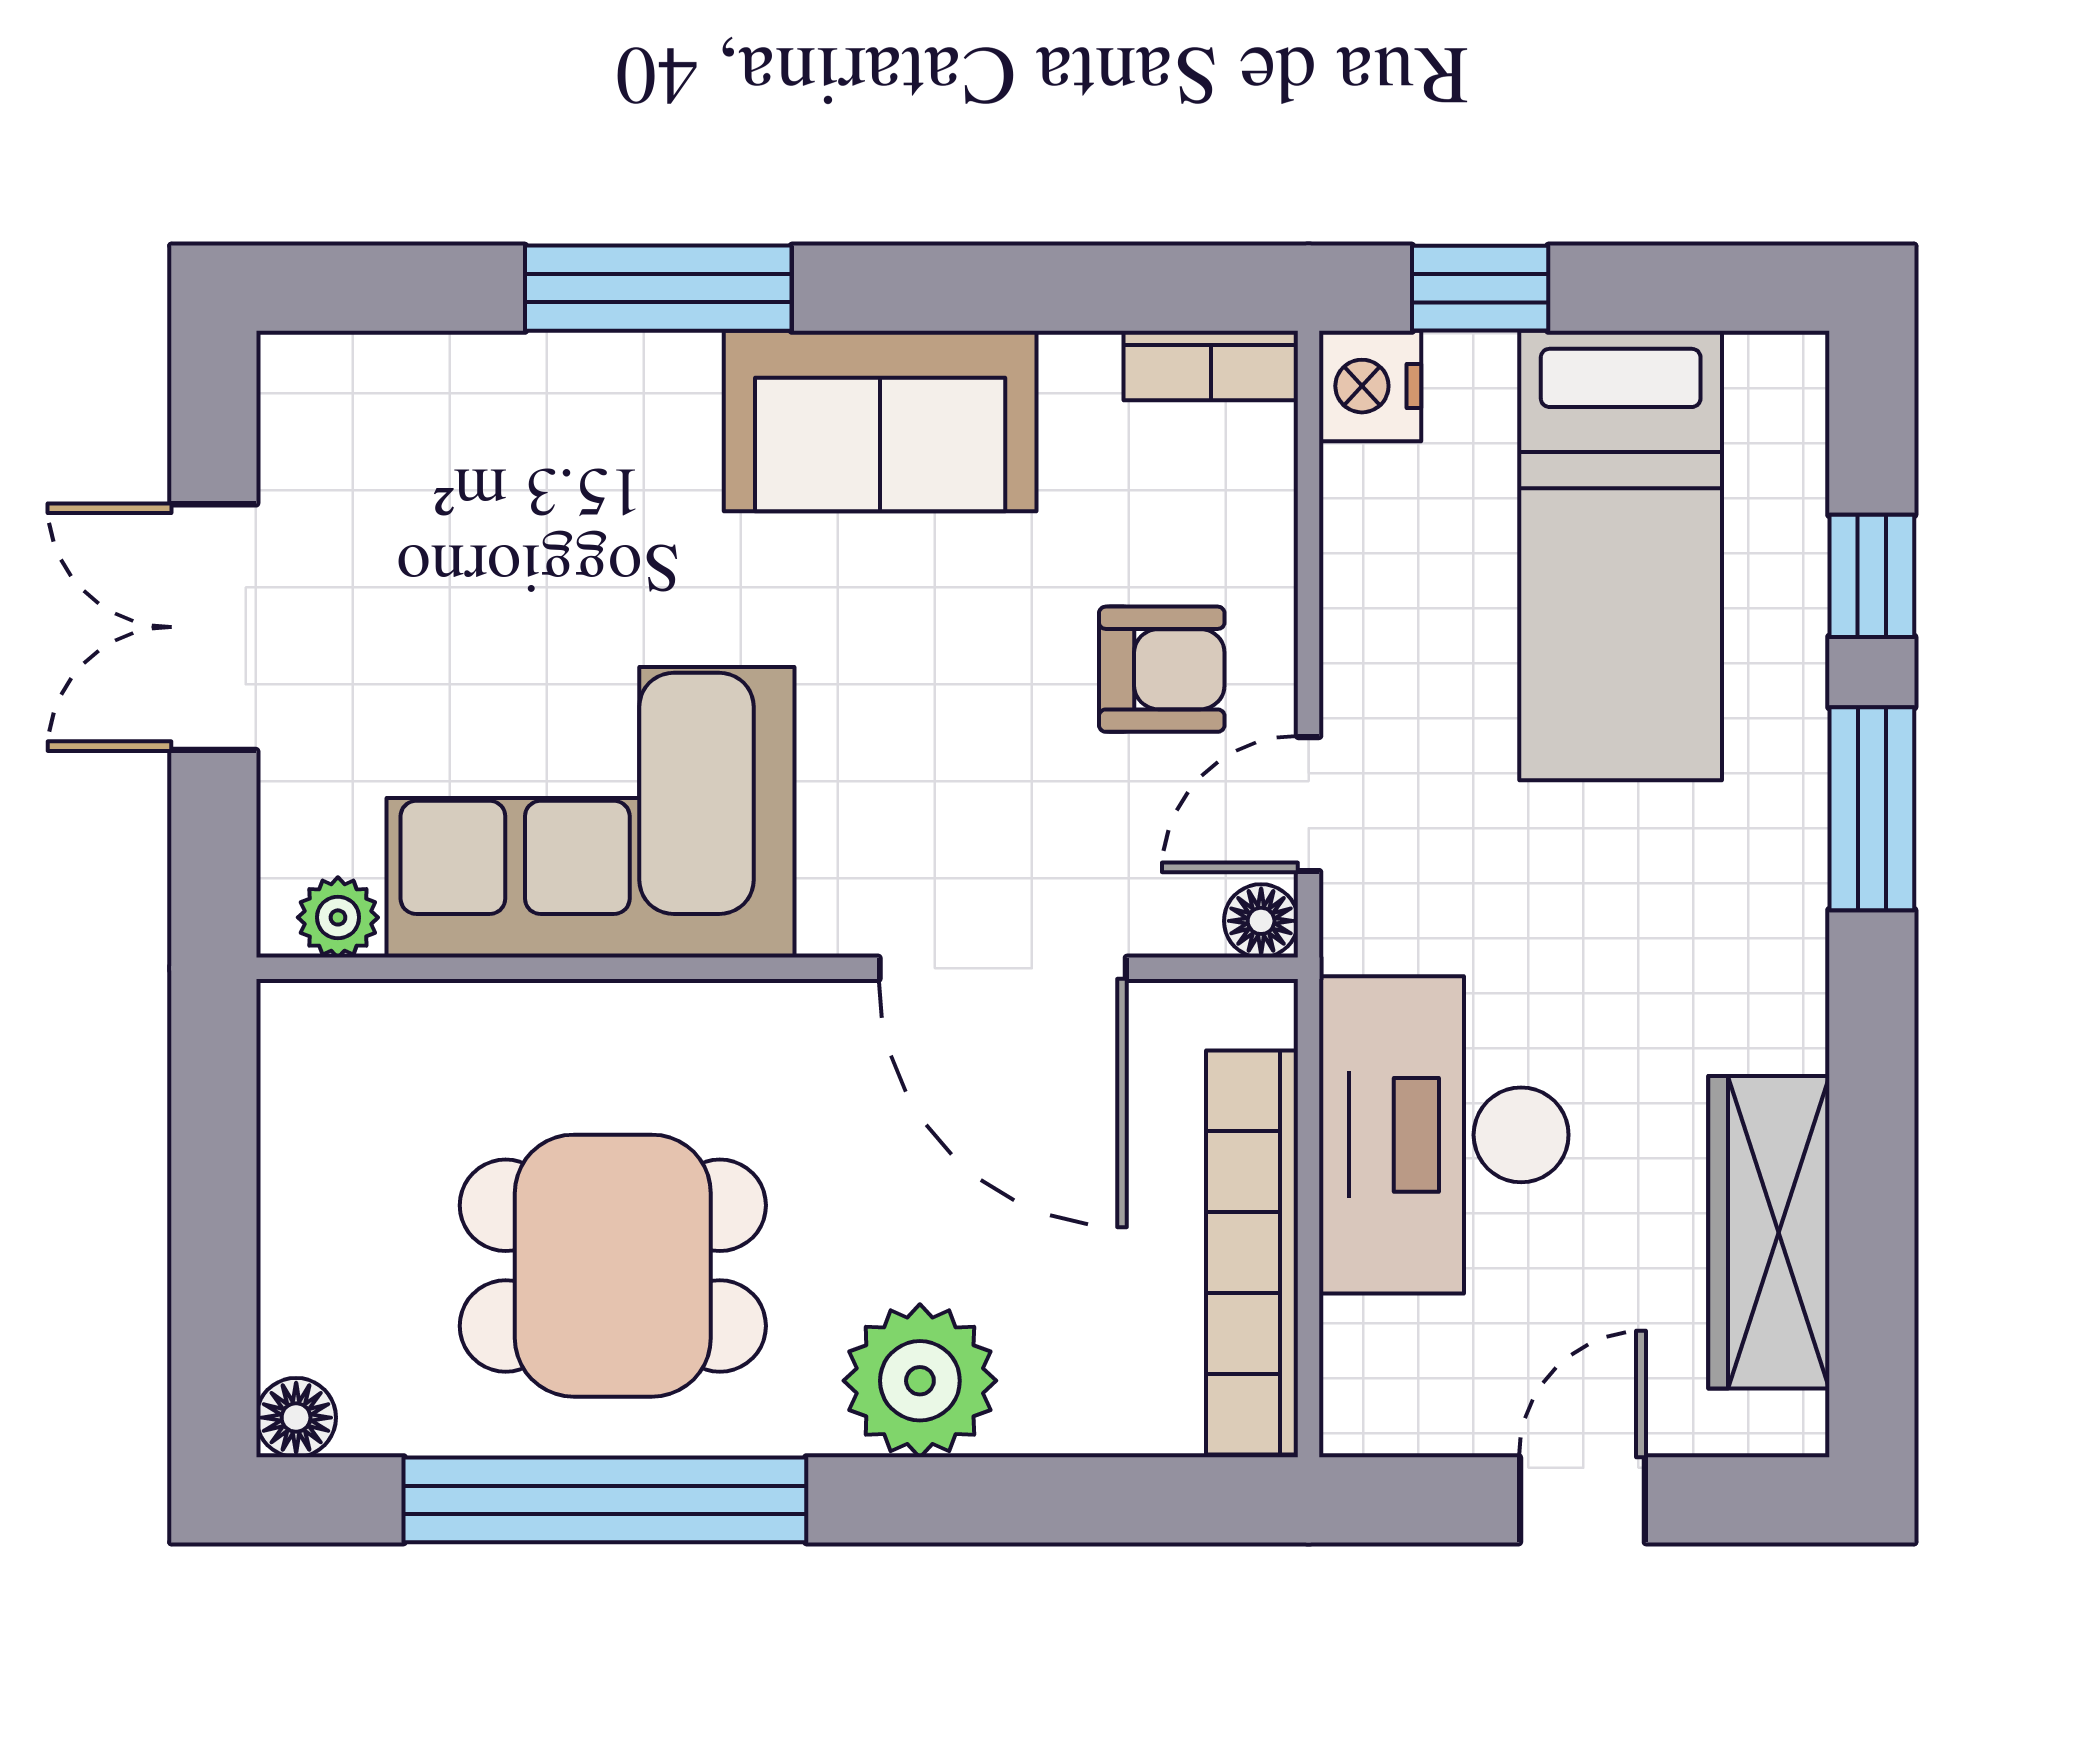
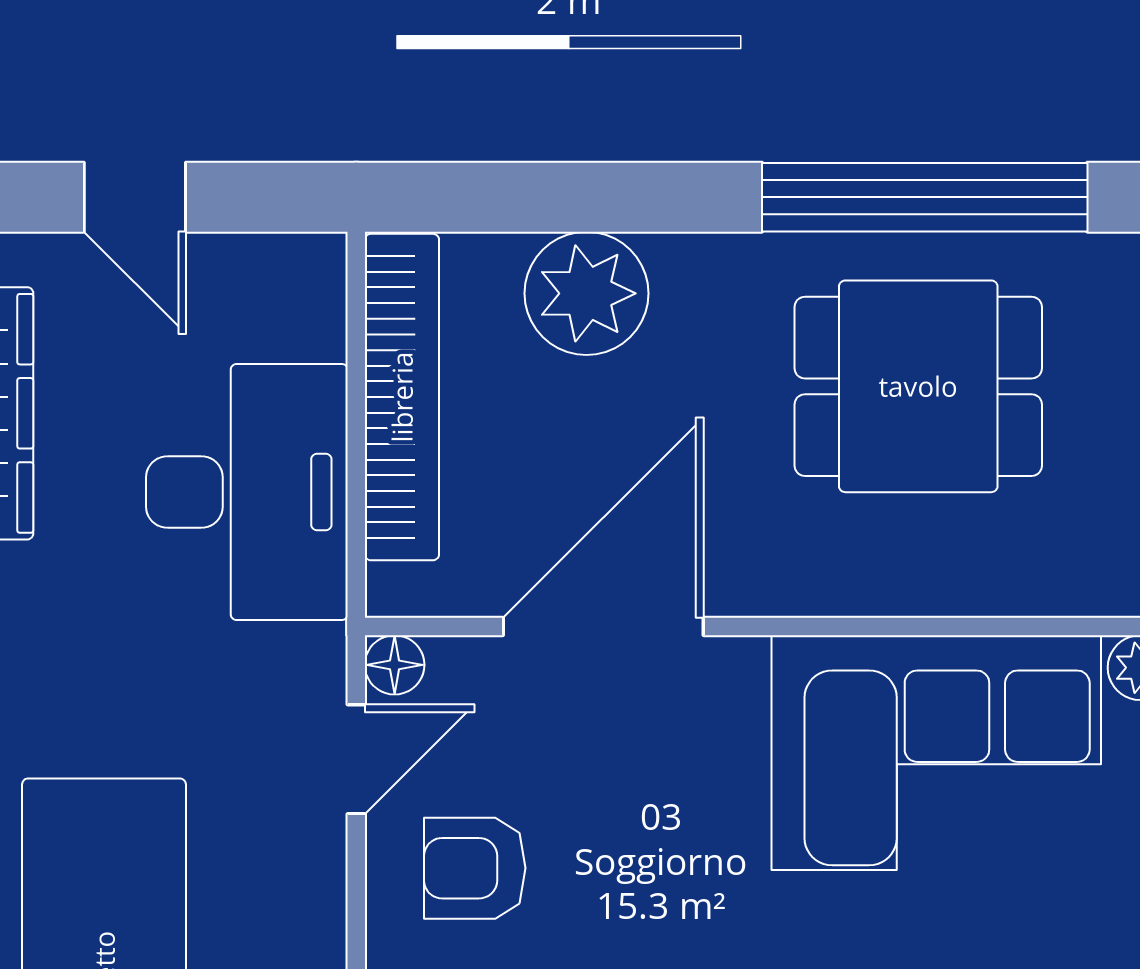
door: (1003, 968) -> (603, 627), hinge flipped
plant: (920, 1381) -> (586, 293), moved
door: (1582, 1500) -> (135, 197), hinge flipped

